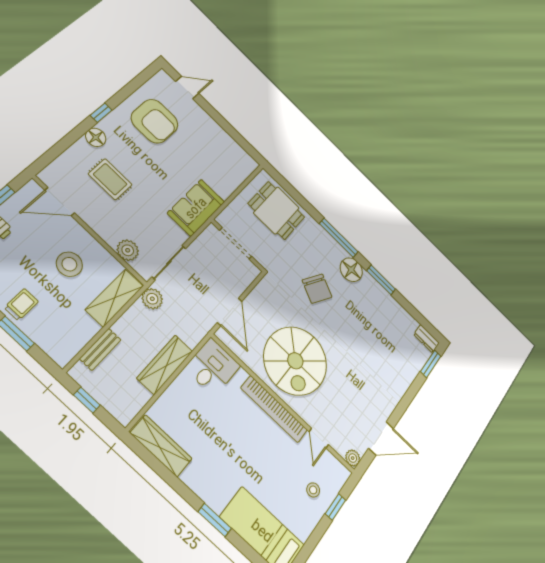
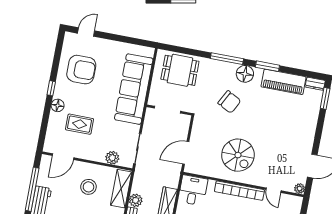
sofa: (196, 208) -> (134, 89), width x1.85, depth x1.27
plant: (152, 299) -> (136, 200), moved
piano: (392, 311) -> (284, 82), added
door: (230, 312) -> (186, 153), swing flipped
spiral stairs: (295, 361) -> (238, 155), width x0.73, depth x0.73

